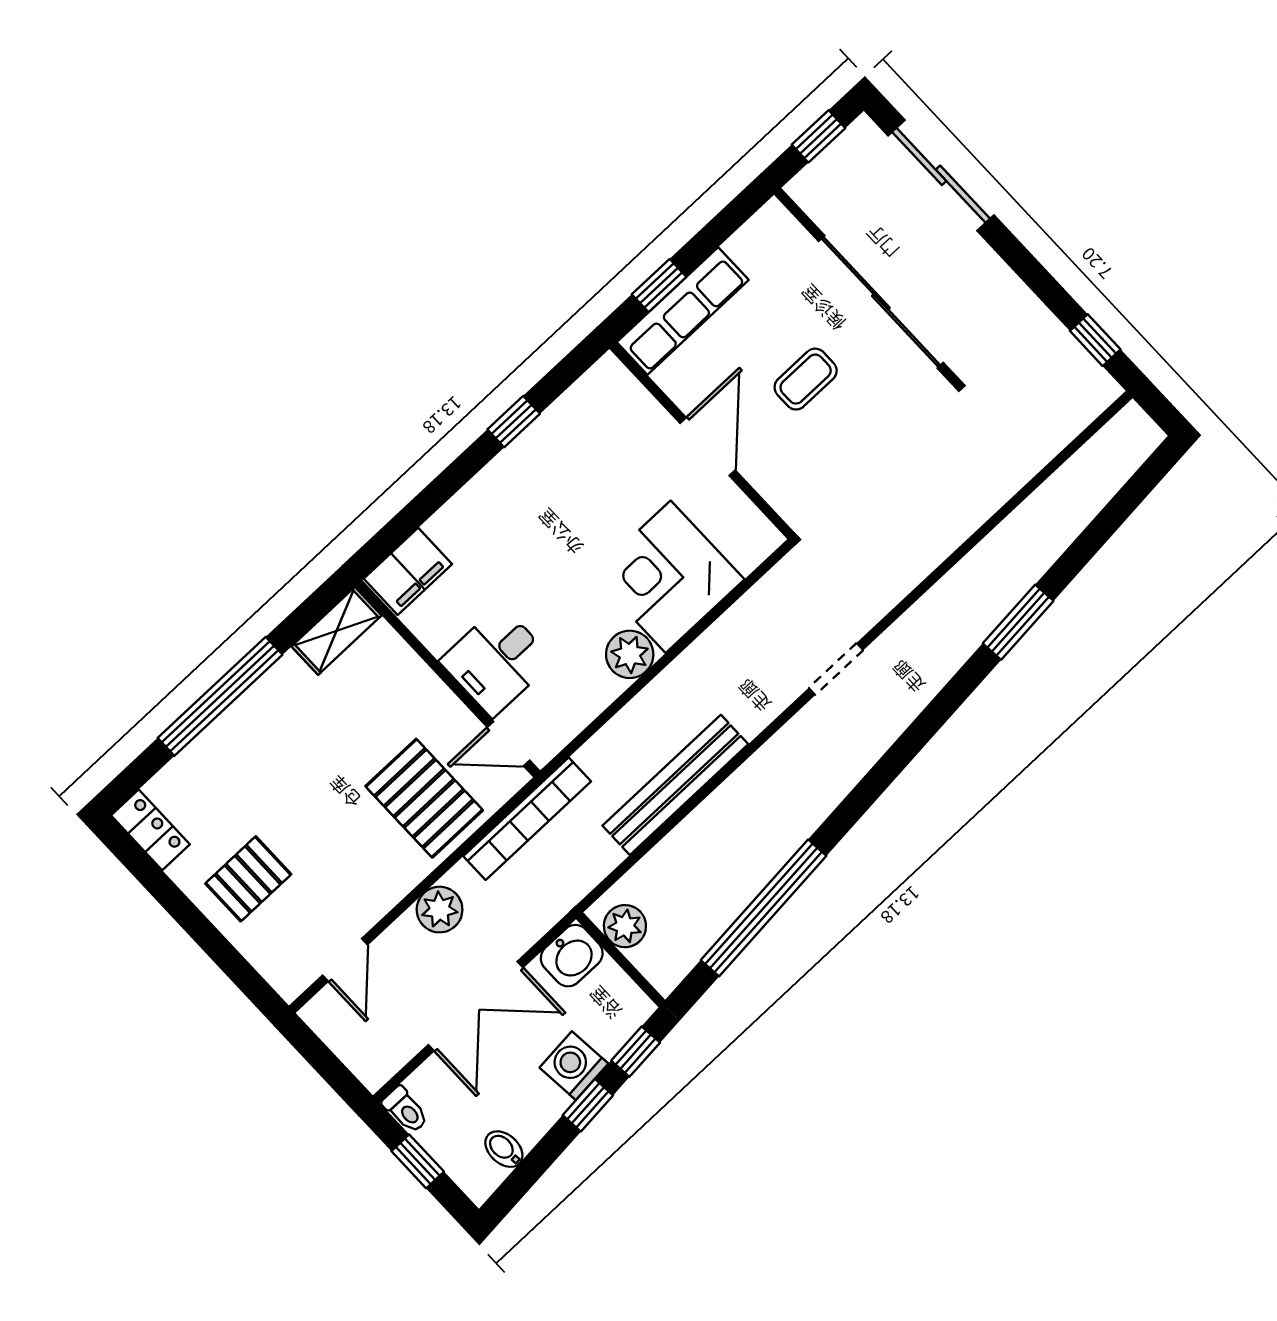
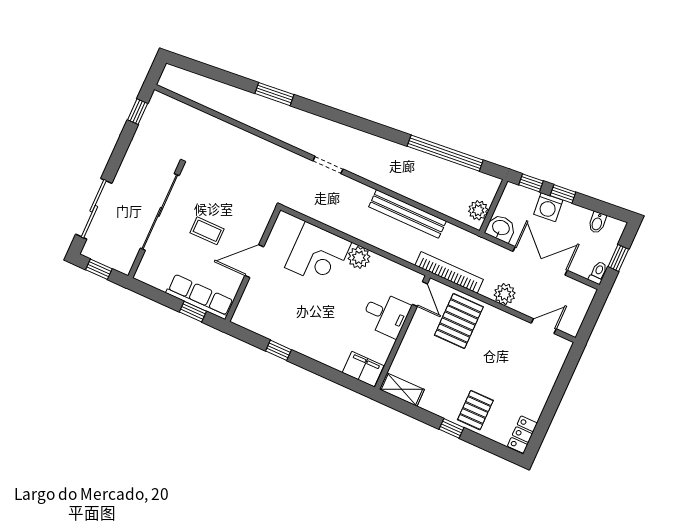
window: (220, 696) -> (452, 428), width x0.32
pallet: (248, 879) -> (475, 410), moved, turned 90

